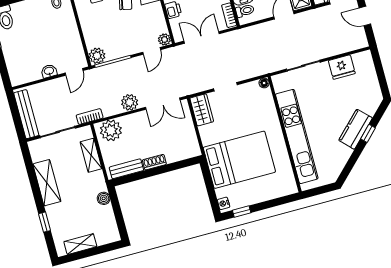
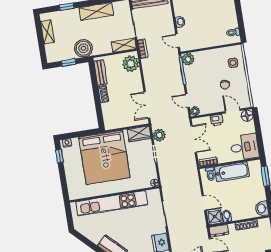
plant: (130, 102) -> (159, 135), moved
shelving: (91, 155) -> (124, 45), moved
bed: (239, 160) -> (104, 157), width x1.36
boiler: (104, 198) -> (83, 48), width x1.86, depth x1.86
window: (118, 212) -> (69, 62), added

